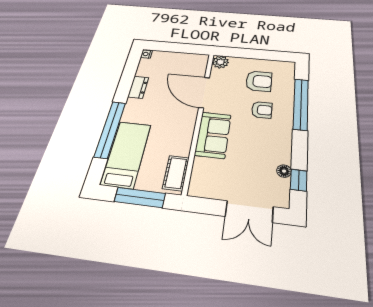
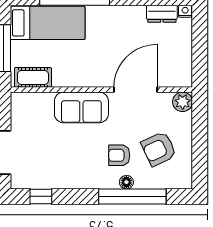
armchair: (259, 81) -> (159, 149), turned 65
dresser: (138, 87) -> (162, 14), moved
armchair: (262, 110) -> (119, 155), turned 90
floor lamp: (284, 171) -> (126, 182), moved

